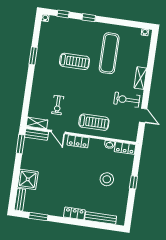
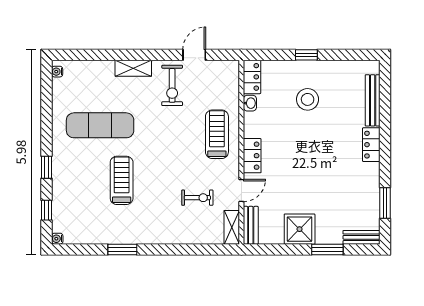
window: (20, 144) -> (327, 250), moved
shower: (28, 179) -> (300, 229), moved

